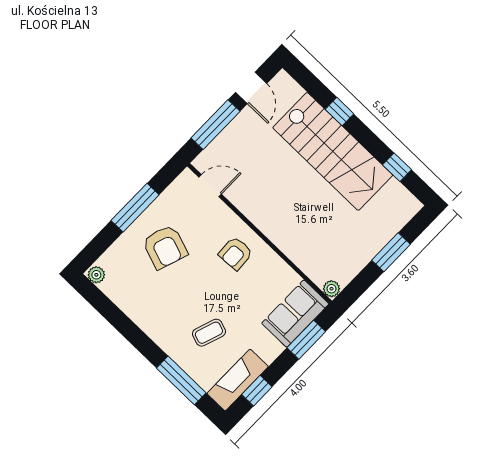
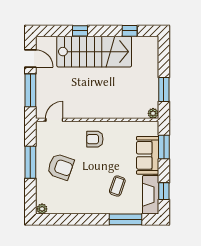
window: (391, 252) -> (164, 90), moved
armchair: (236, 253) -> (95, 139), turned 93
sofa: (295, 314) -> (148, 155), moved

